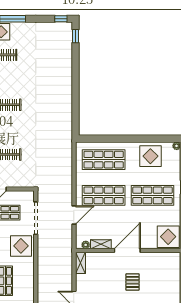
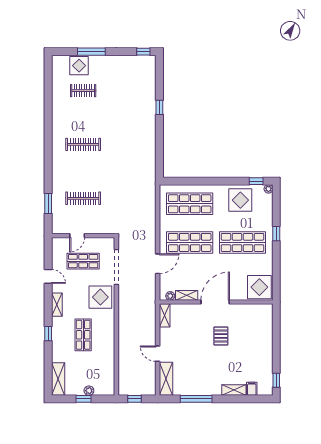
window: (76, 36) -> (159, 107), moved
window: (165, 139) -> (256, 181), added

